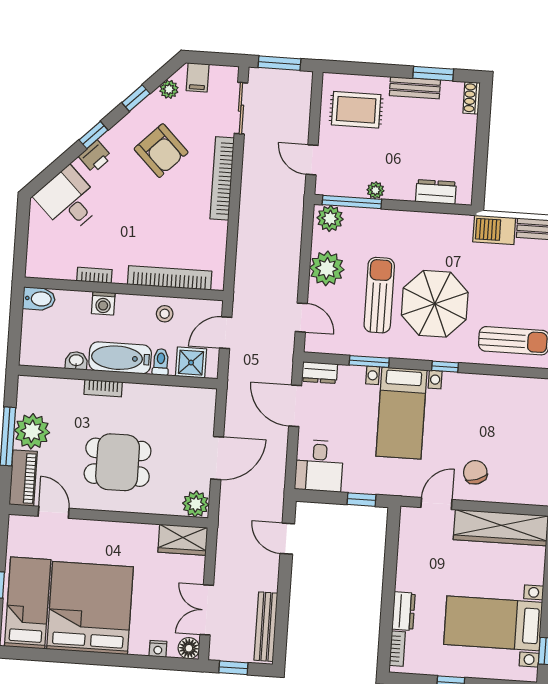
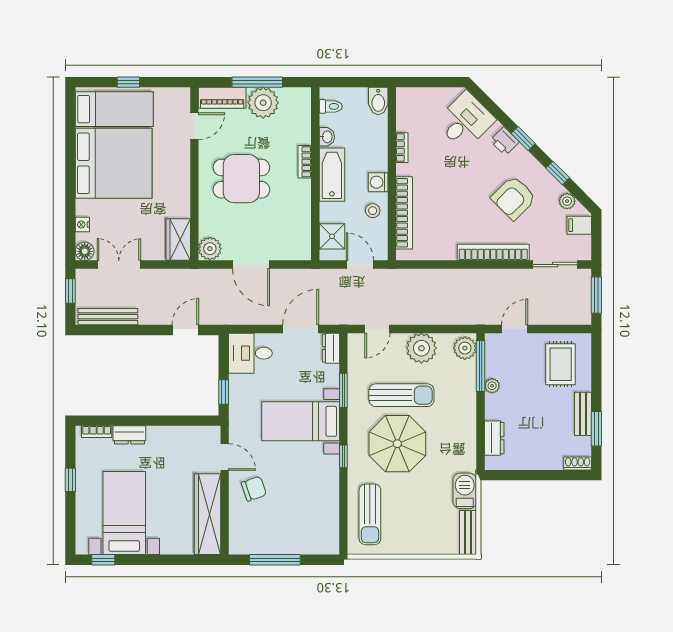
washing machine: (103, 303) -> (378, 182), moved
toilet: (161, 362) -> (331, 106), moved
dining table: (118, 462) -> (241, 179), turned 90

